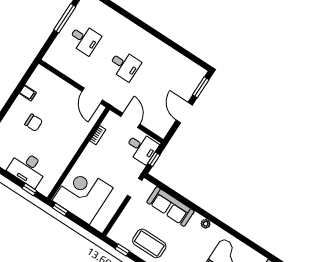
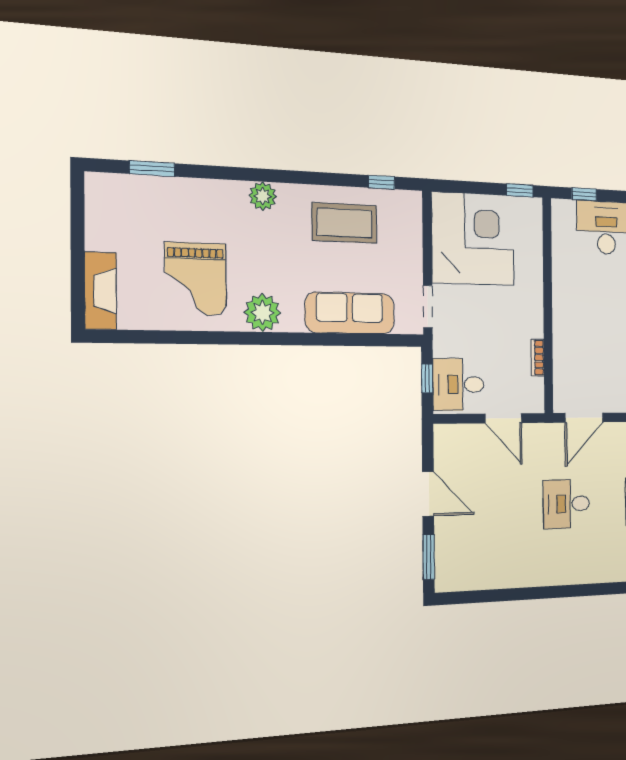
door: (92, 96) -> (584, 418), swing flipped
corner desk: (83, 194) -> (473, 239), moved, turned -90
plant: (206, 224) -> (263, 313), width x1.88, depth x1.88

